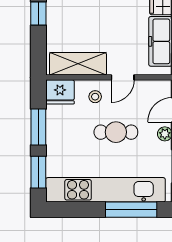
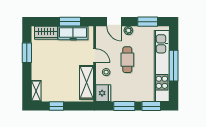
window: (131, 210) -> (174, 66), moved

